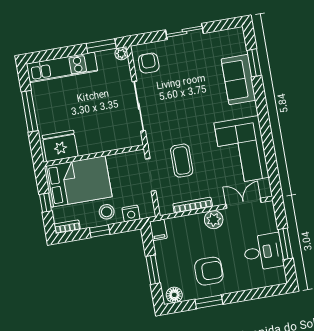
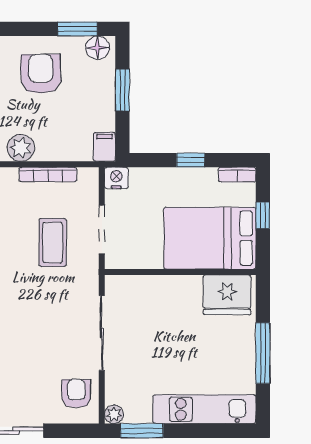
armchair: (149, 63) -> (76, 394), turned 180
stool: (107, 212) -> (176, 187), removed
nightstand: (131, 213) -> (116, 178), moved
armchair: (209, 271) -> (41, 74), turned 89
window: (209, 302) -> (77, 29), moved

